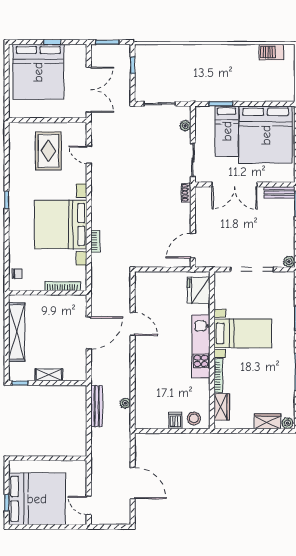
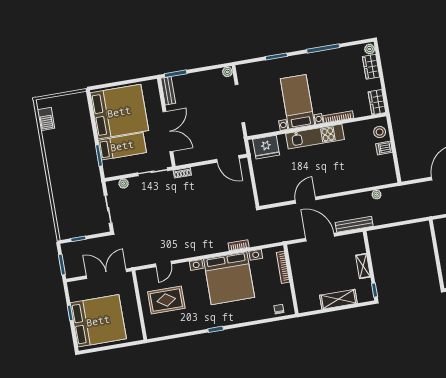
shelving: (17, 332) -> (338, 299), width x0.68
bench: (97, 406) -> (354, 224), moved
wardrobe: (222, 407) -> (377, 102), moved, turned -90

